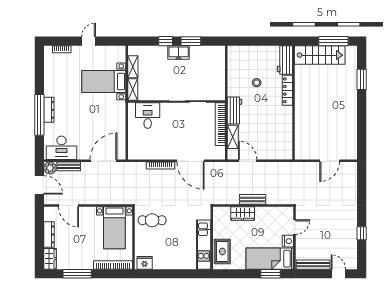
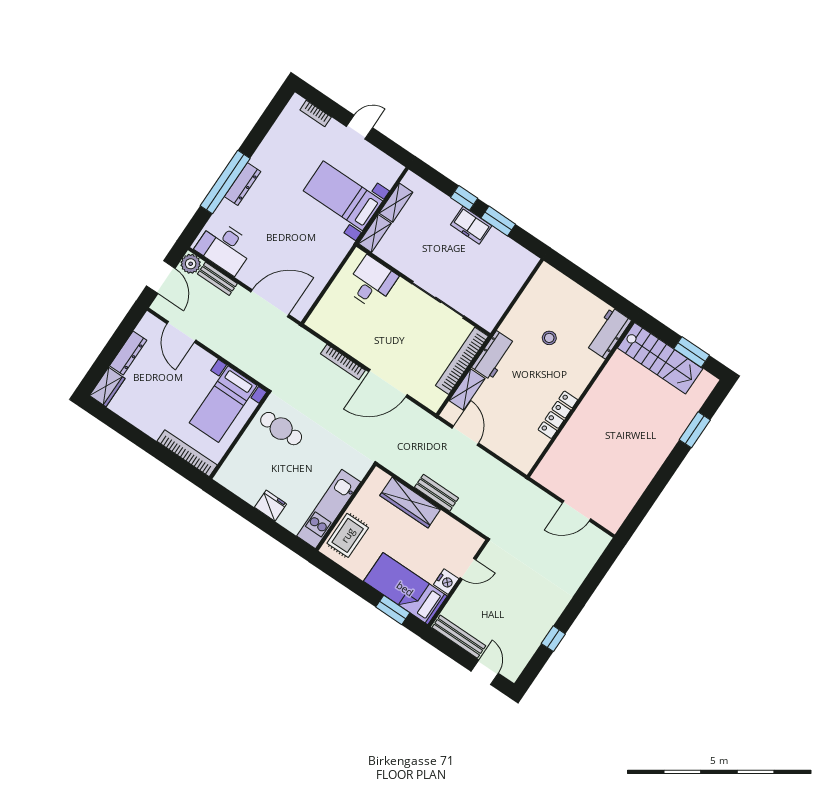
window: (333, 41) -> (692, 352), width x0.69
locker: (287, 90) -> (558, 415), moved
door: (191, 161) -> (388, 383), hinge flipped
wardrobe: (243, 213) -> (410, 503), width x1.50
fridge: (145, 263) -> (271, 506), moved
window: (77, 274) -> (130, 432), removed

